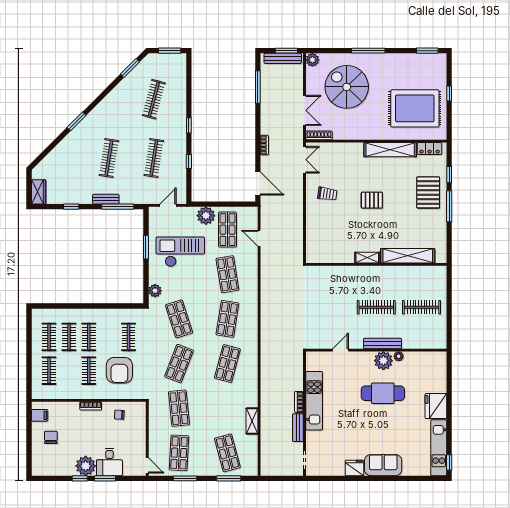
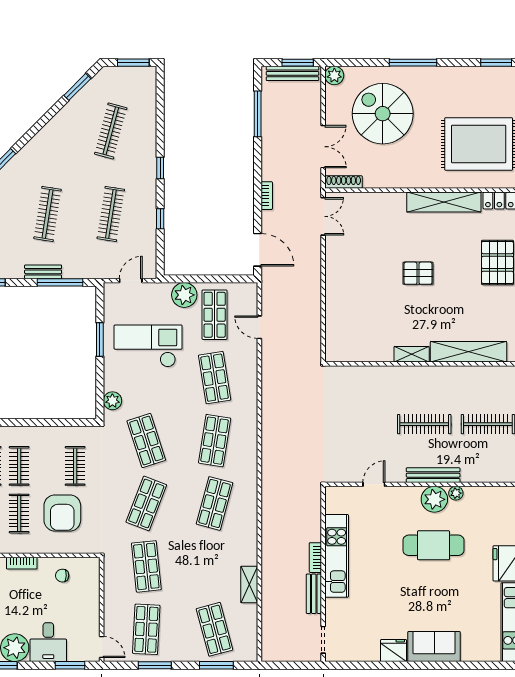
trolley: (327, 194) -> (355, 264), removed
window: (105, 478) -> (70, 665), moved

